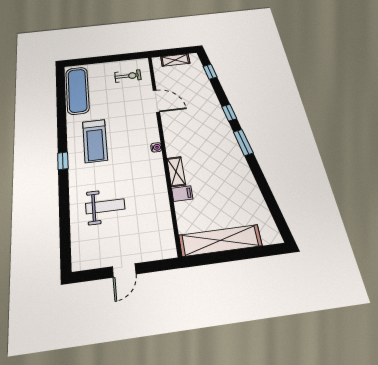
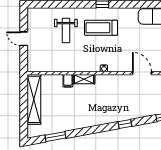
door: (156, 101) -> (142, 73), swing flipped
treadmill: (95, 141) -> (101, 28), moved
window: (243, 142) -> (55, 137), moved

